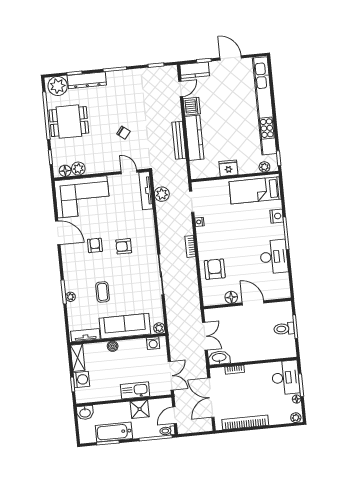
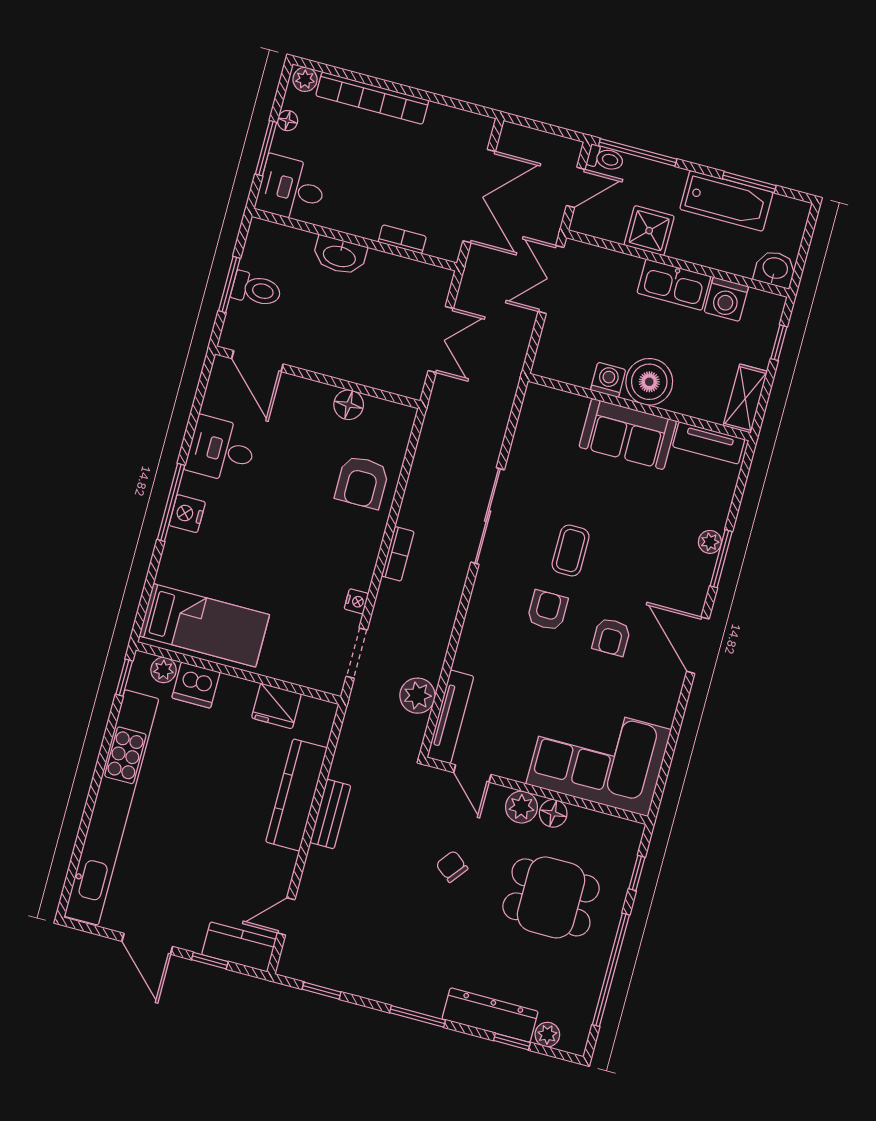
plant: (58, 86) -> (547, 1035), width x0.53, depth x0.53
dishwasher: (192, 106) -> (196, 685), moved, turned -90
dining table: (69, 122) -> (551, 897), moved
bench: (179, 140) -> (330, 814), width x0.73
fridge: (228, 168) -> (276, 706), moved
plant: (78, 169) -> (522, 807), moved
floor lamp: (65, 171) -> (553, 813), moved
nightstand: (277, 216) -> (187, 514), moved
door: (58, 233) -> (698, 645), moved
armchair: (124, 246) -> (547, 610), turned -90
desk: (274, 257) -> (221, 450), width x0.73
coffee table: (103, 292) -> (571, 551), moved
door: (253, 303) -> (257, 361), moved
sofa: (125, 326) -> (628, 434), width x0.73
plant: (159, 328) -> (537, 397), removed
double door: (205, 336) -> (441, 339), swing flipped
washing machine: (153, 343) -> (608, 380), moved
boiler: (113, 346) -> (649, 382), width x1.86, depth x1.86
washbasin: (219, 358) -> (340, 256), moved
desk: (286, 378) -> (291, 189), width x0.73
washing machine: (81, 379) -> (726, 299), moved, turned -90
kitchen sink: (135, 390) -> (674, 285), moved
bookcase: (245, 422) -> (372, 98), moved

